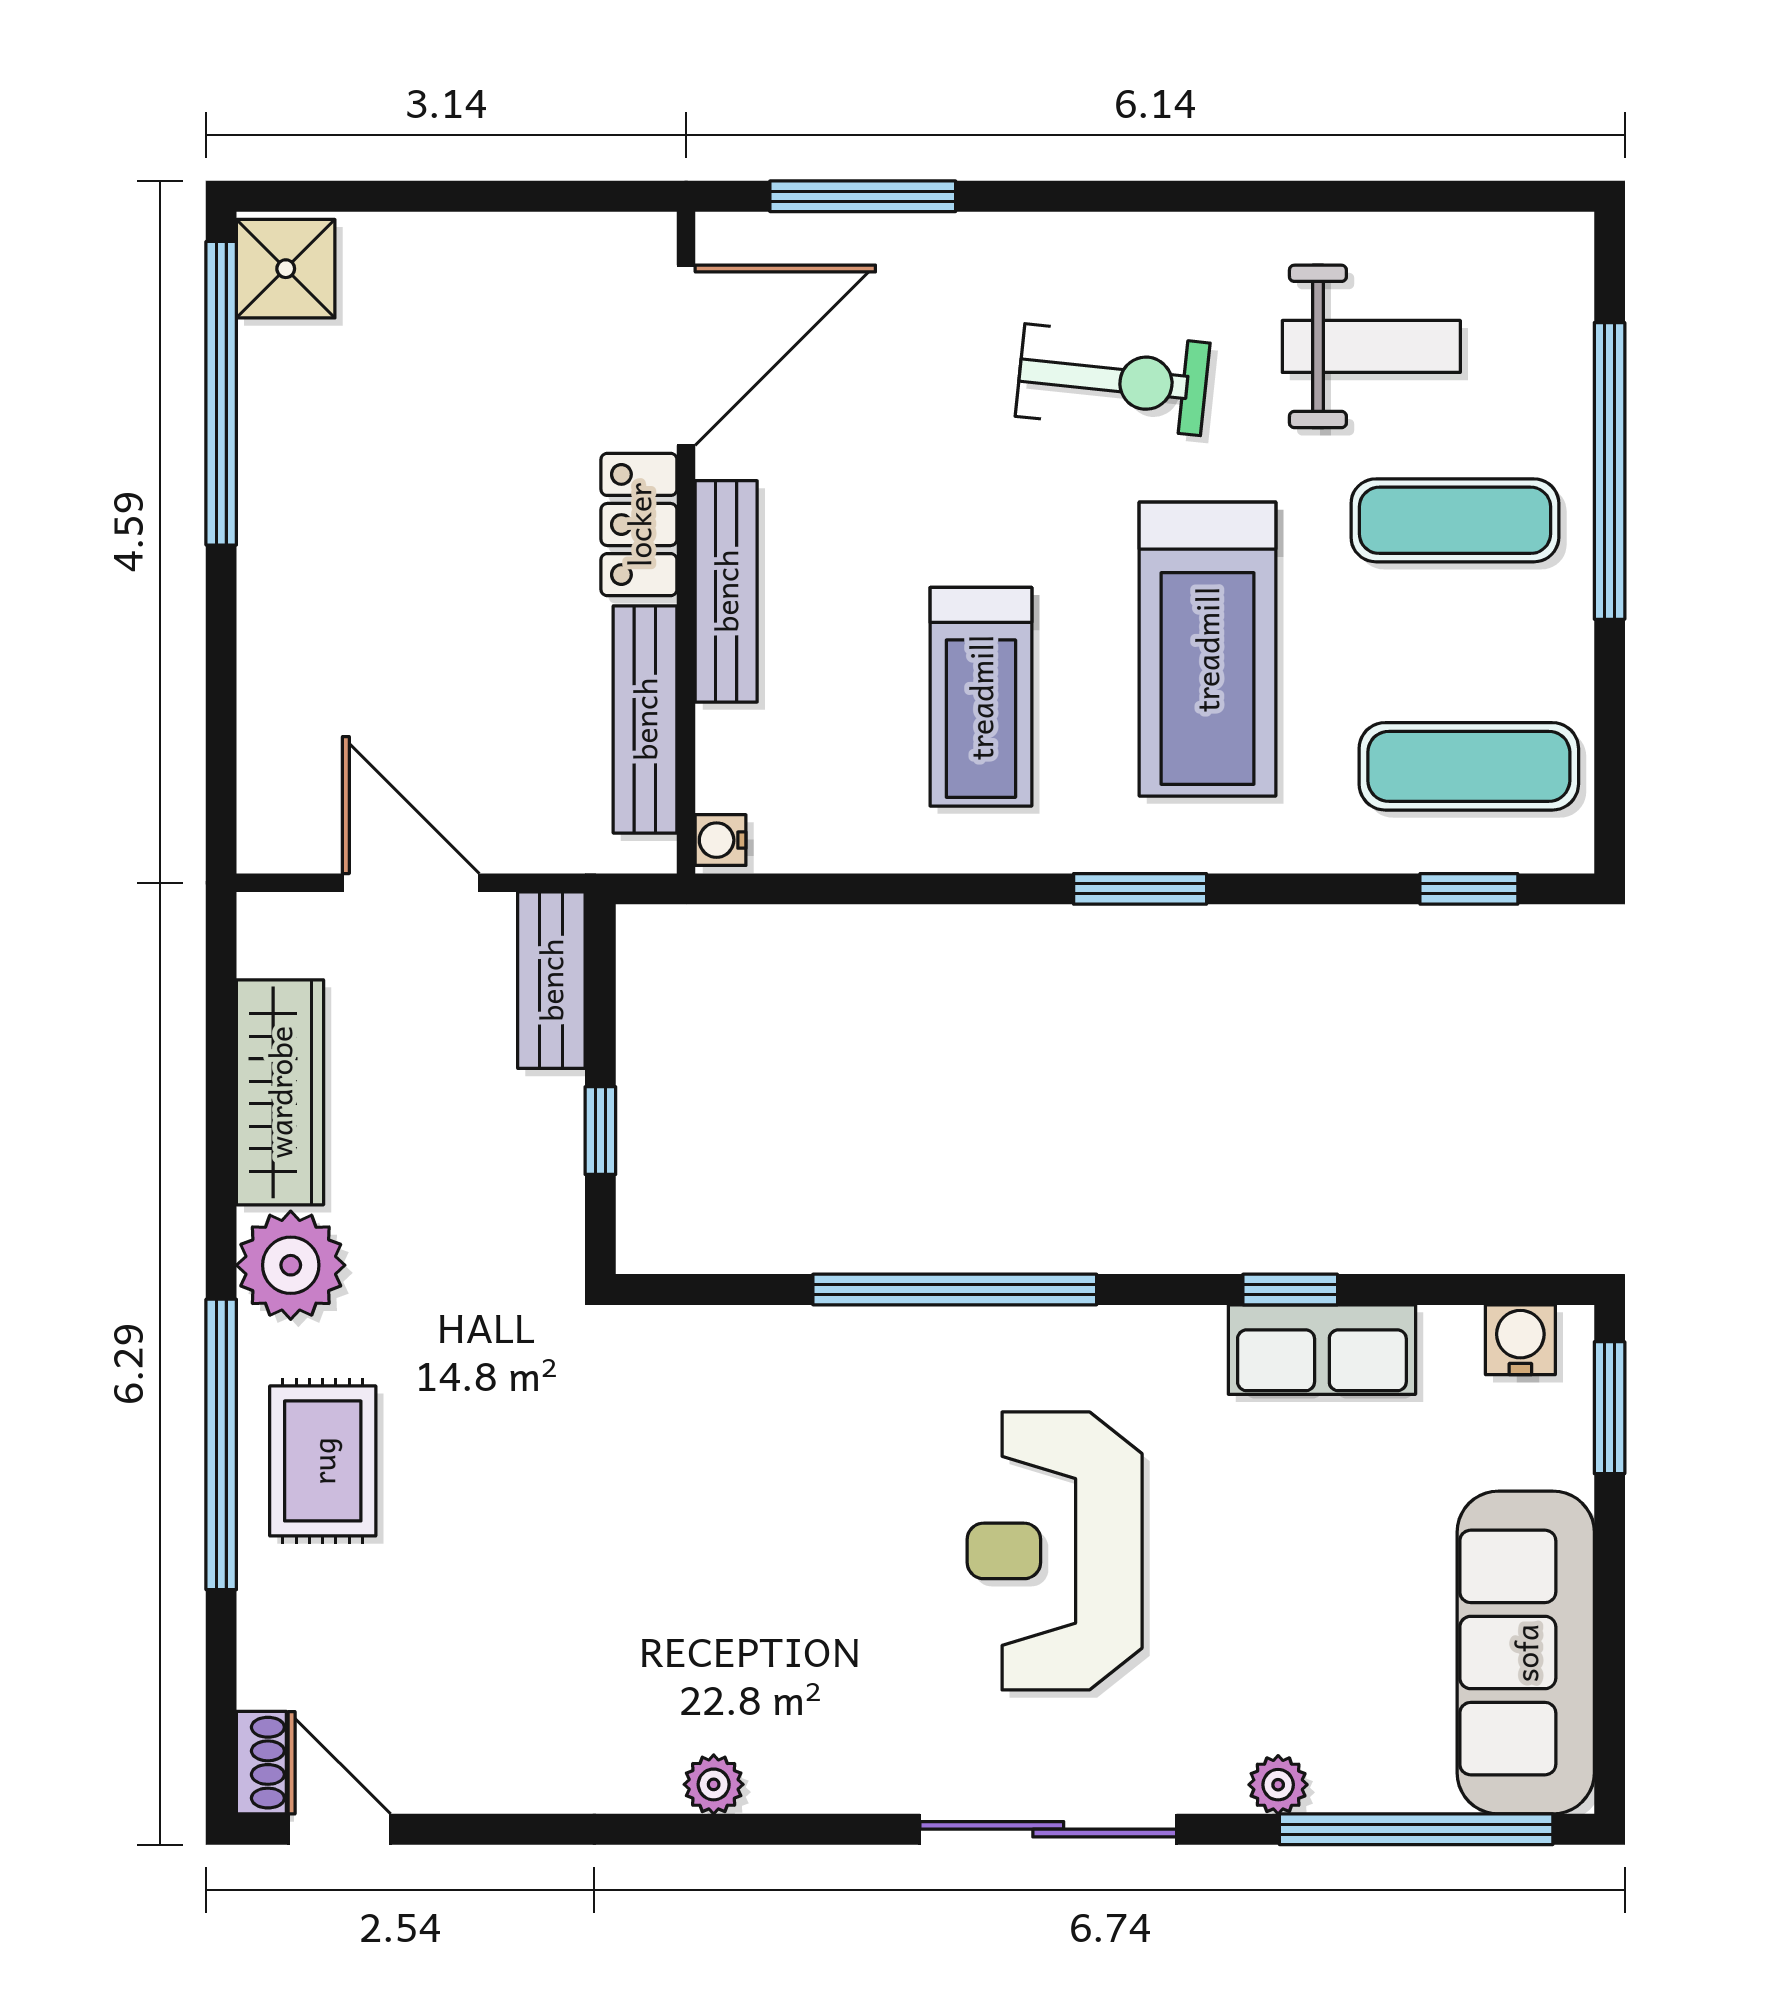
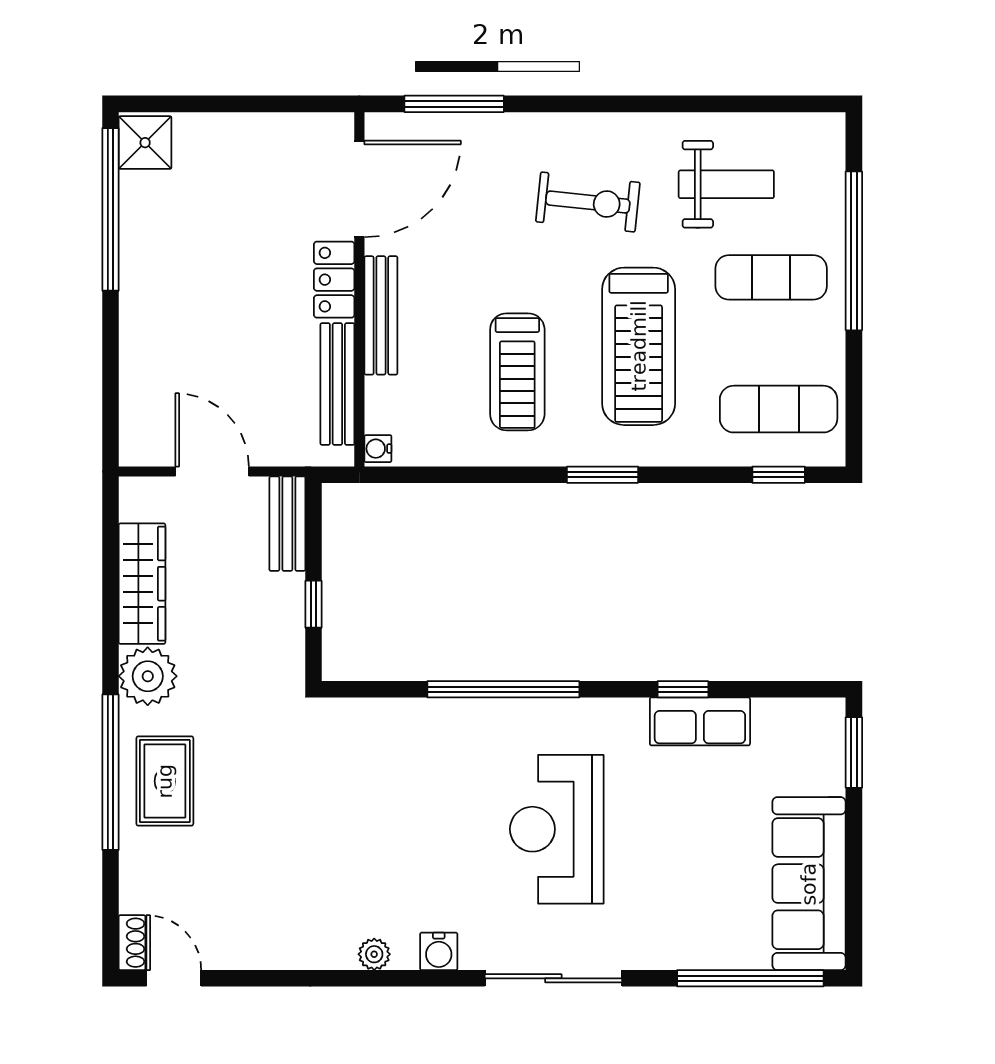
water cooler: (1520, 1340) -> (439, 951), moved, turned 180
plant: (1278, 1785) -> (676, 954), removed

